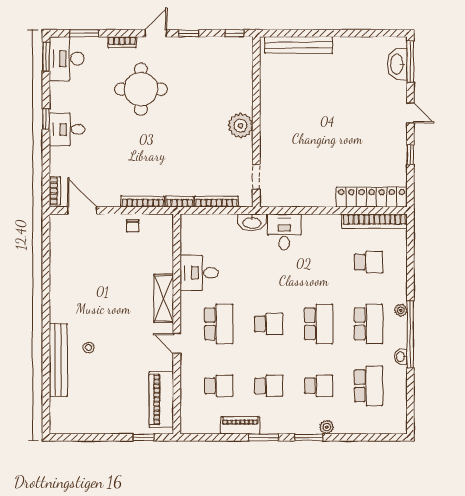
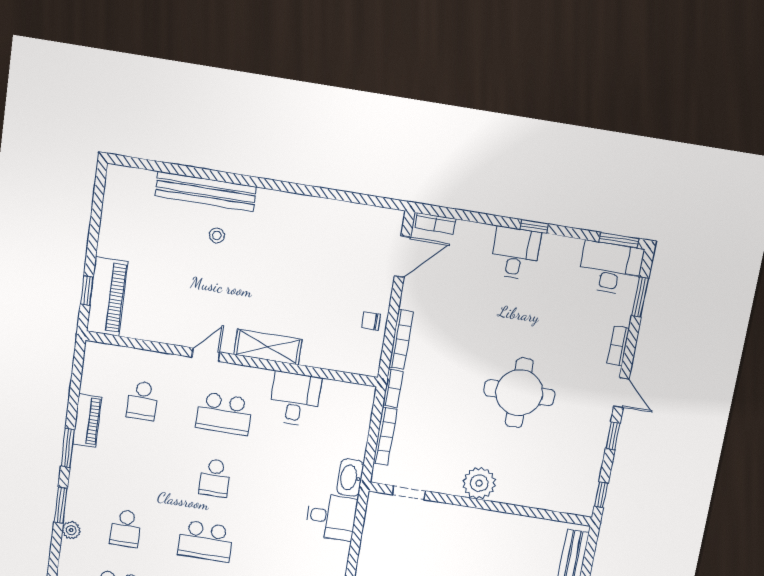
round table: (141, 89) -> (519, 393), moved
school desk: (269, 386) -> (134, 465), removed
piano: (161, 399) -> (107, 296), moved, turned 90

